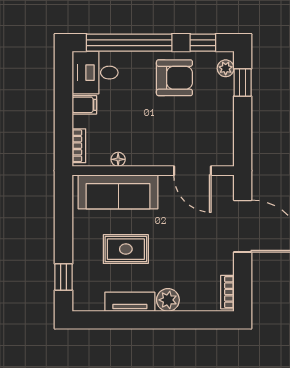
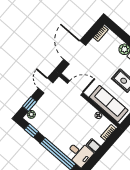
armchair: (174, 78) -> (53, 127), removed
door: (243, 134) -> (46, 86), added
door: (192, 171) -> (75, 88), hinge flipped

